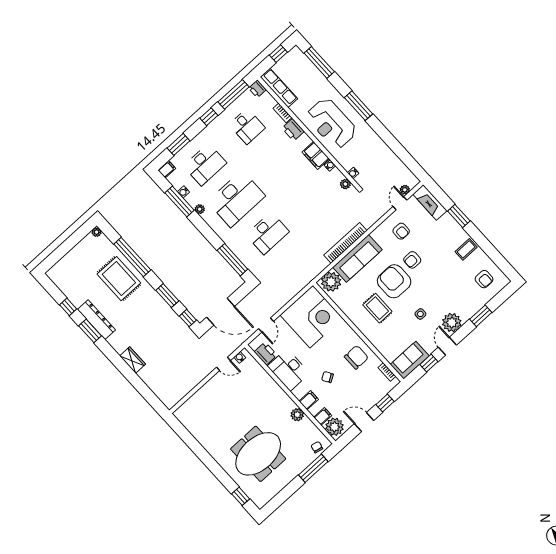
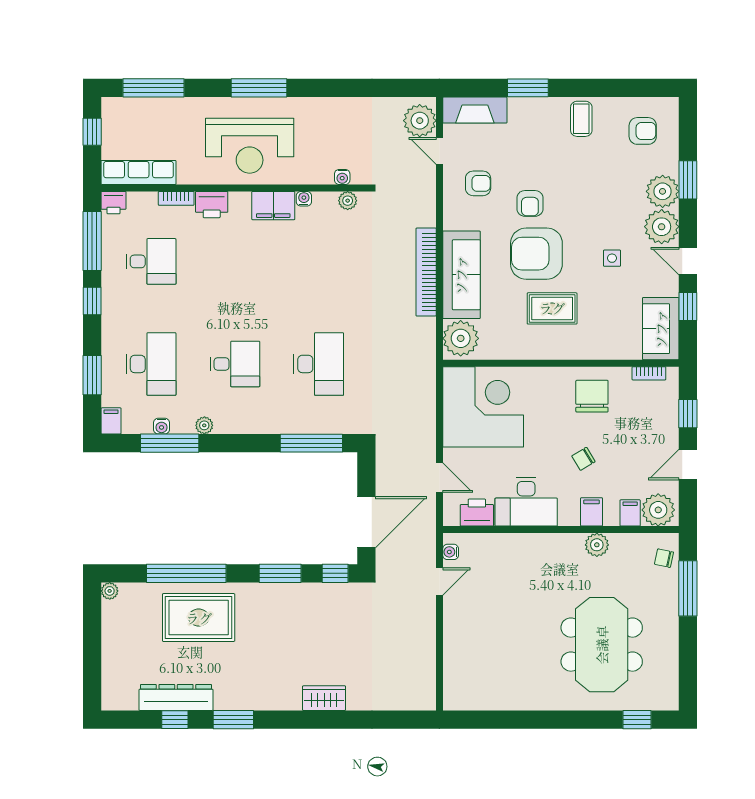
plant: (405, 190) -> (420, 121), width x1.88, depth x1.88
desk: (236, 199) -> (235, 364), width x0.53, depth x0.77
plant: (467, 310) -> (663, 191), added
dresser: (96, 320) -> (176, 697), moved

